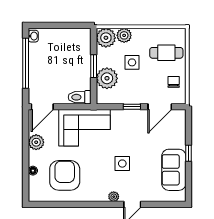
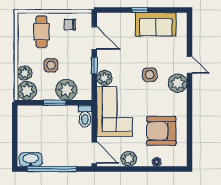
washbasin: (33, 36) -> (31, 159), width x1.91, depth x1.45
plant: (119, 117) -> (104, 78), added
plant: (114, 197) -> (178, 83), width x1.88, depth x1.88

